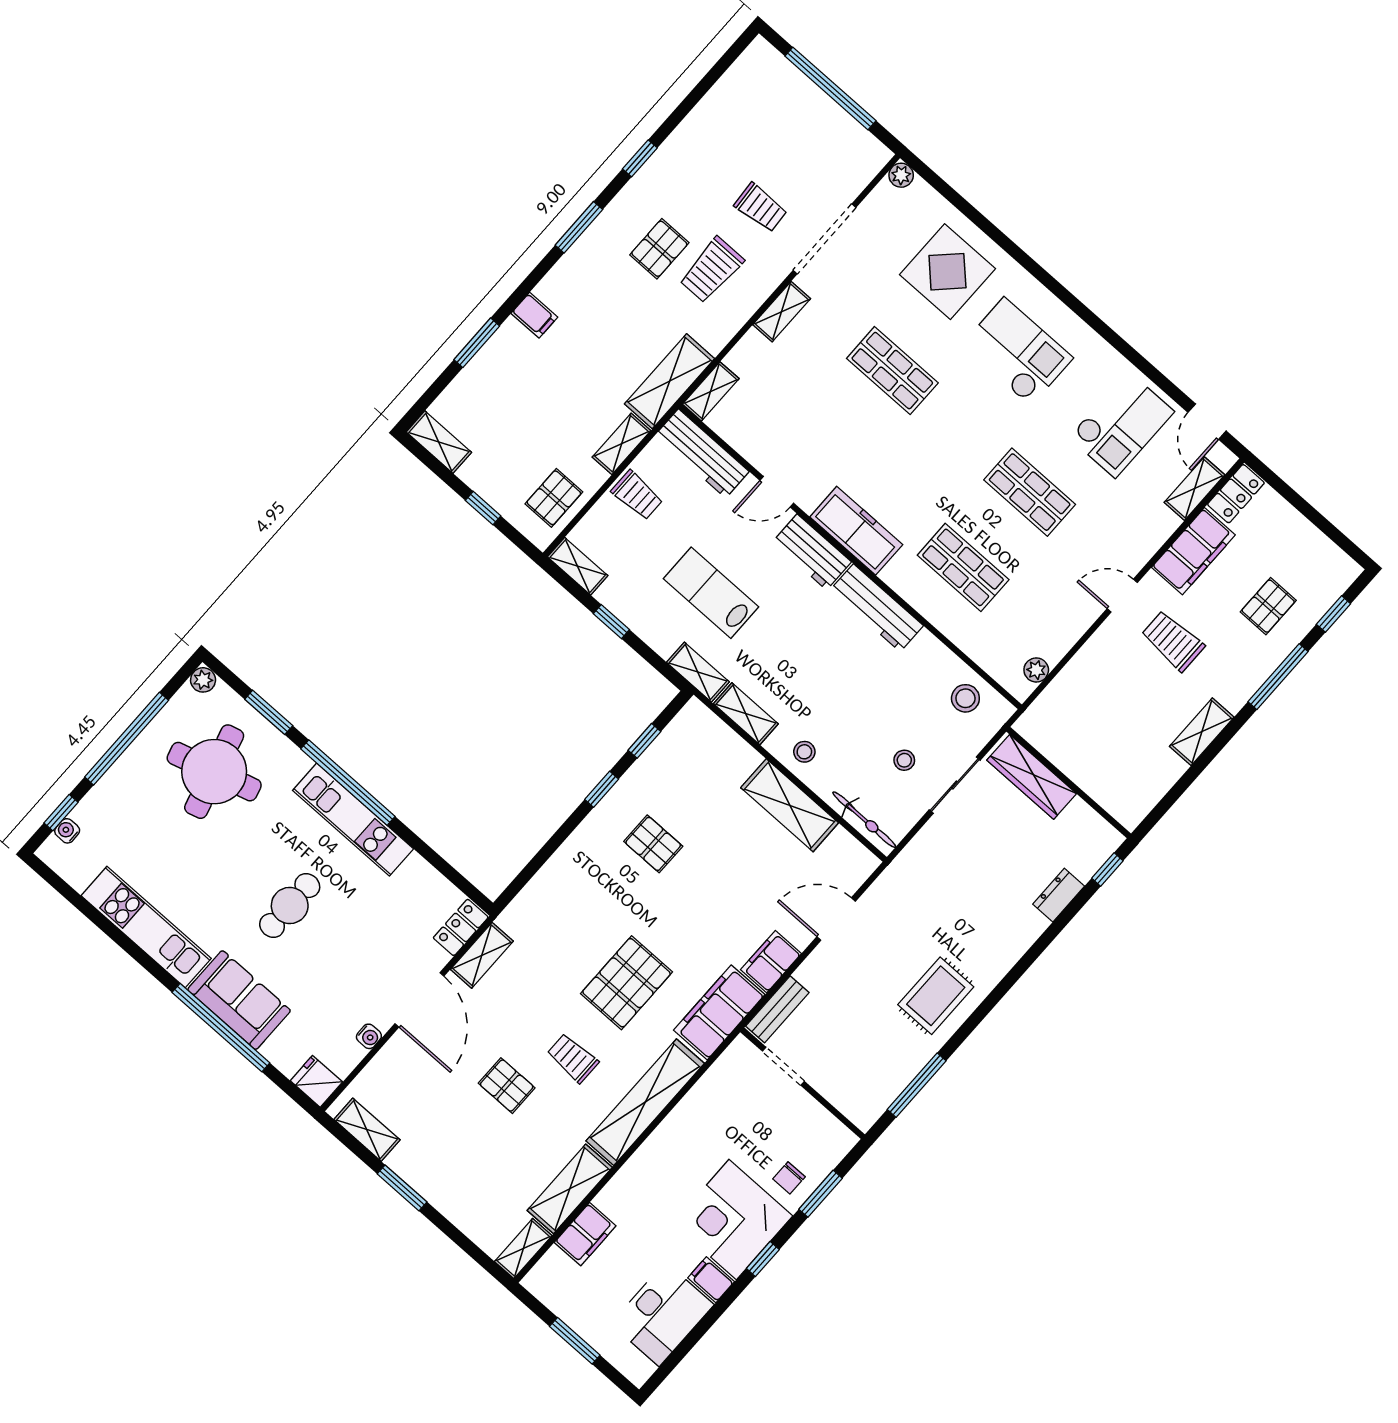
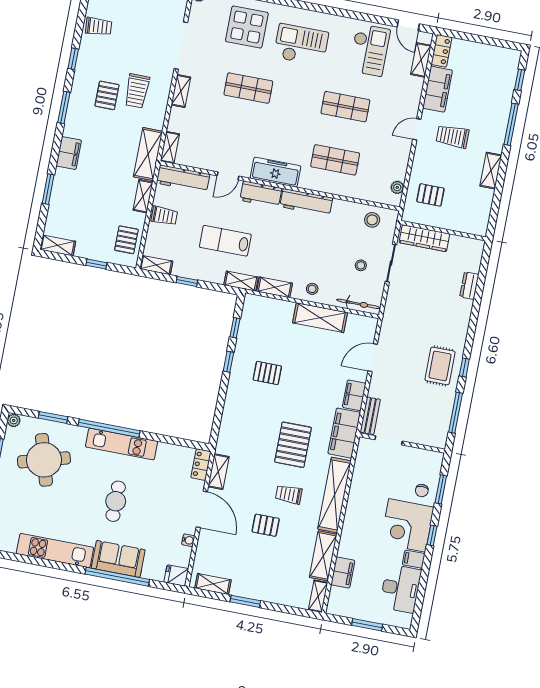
trolley: (761, 208) -> (99, 27), moved
filing cabinet: (534, 315) -> (69, 153), width x2.00
pallet: (1268, 606) -> (430, 195), moved, turned 90
window: (1107, 870) -> (464, 367), moved

